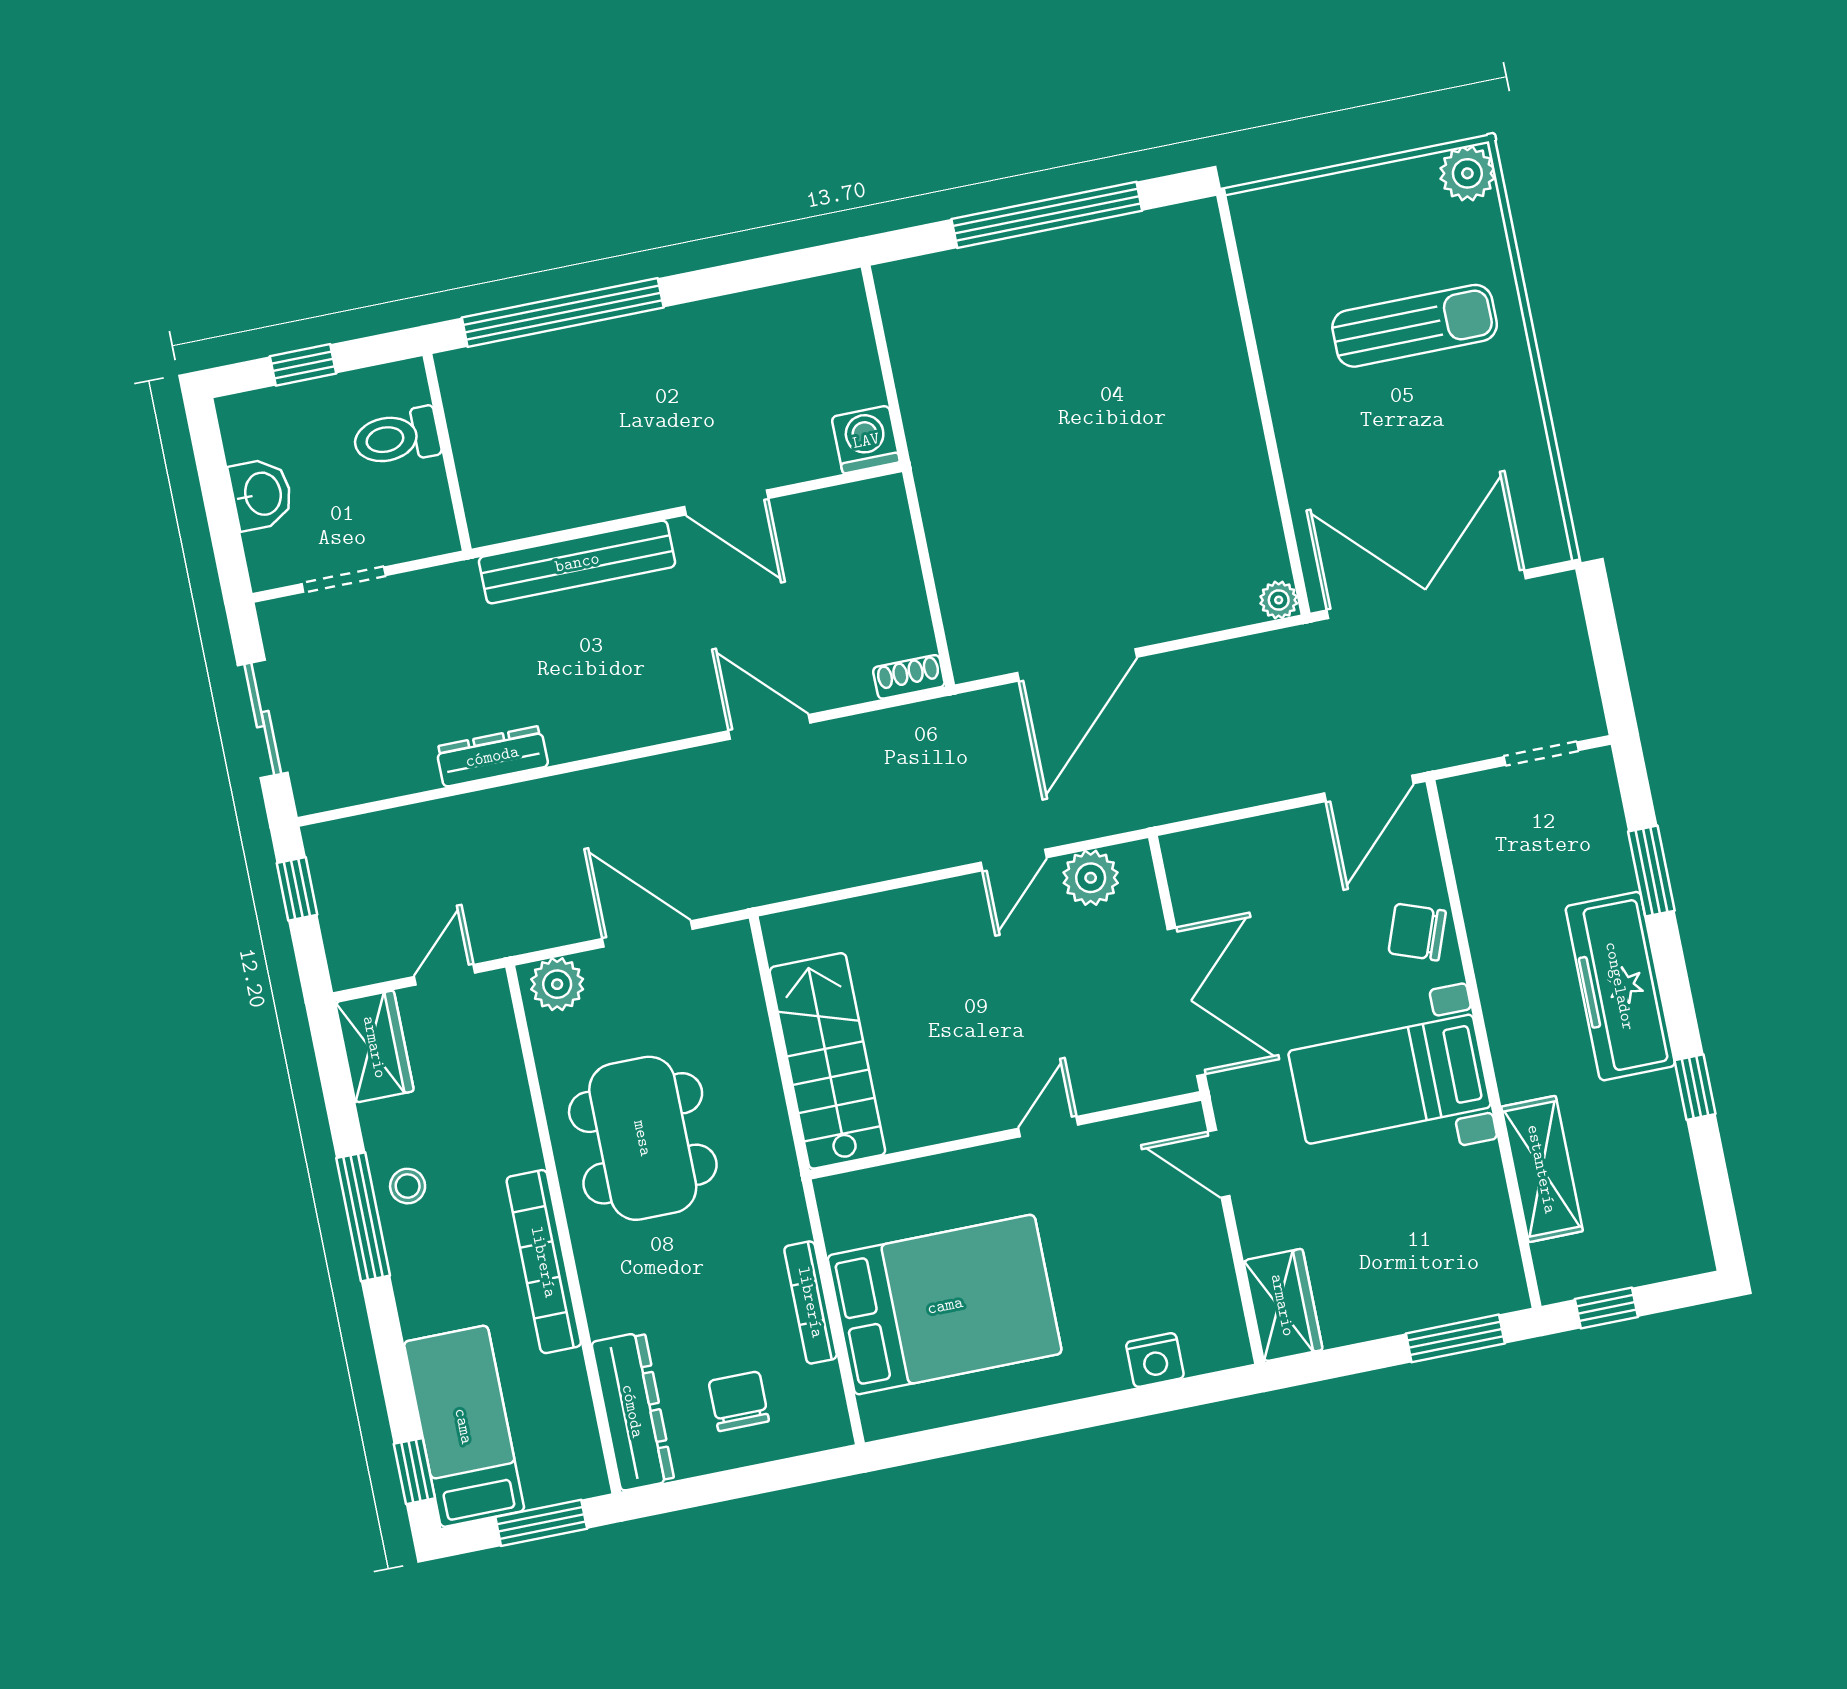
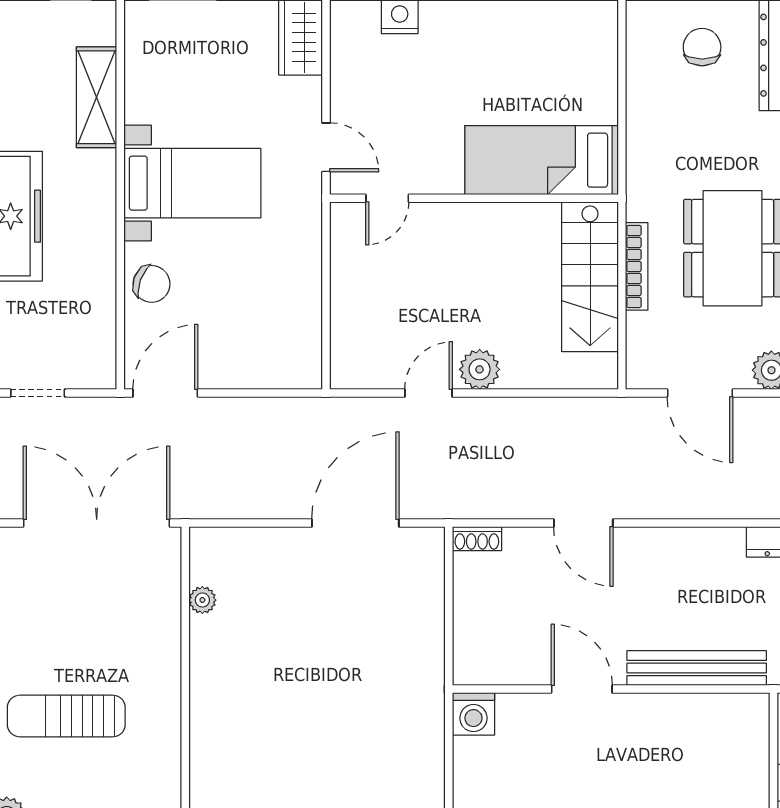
double door: (1426, 594) -> (97, 523), swing flipped
plant: (1279, 600) -> (202, 600), moved
plant: (1091, 878) -> (480, 369), moved
double door: (1186, 1002) -> (326, 267), removed
door: (1048, 1127) -> (387, 198), moved
bookcase: (811, 1302) -> (637, 266), moved
bed: (945, 1305) -> (542, 160), moved, width x0.67
chair: (739, 1401) -> (702, 47), turned 180

